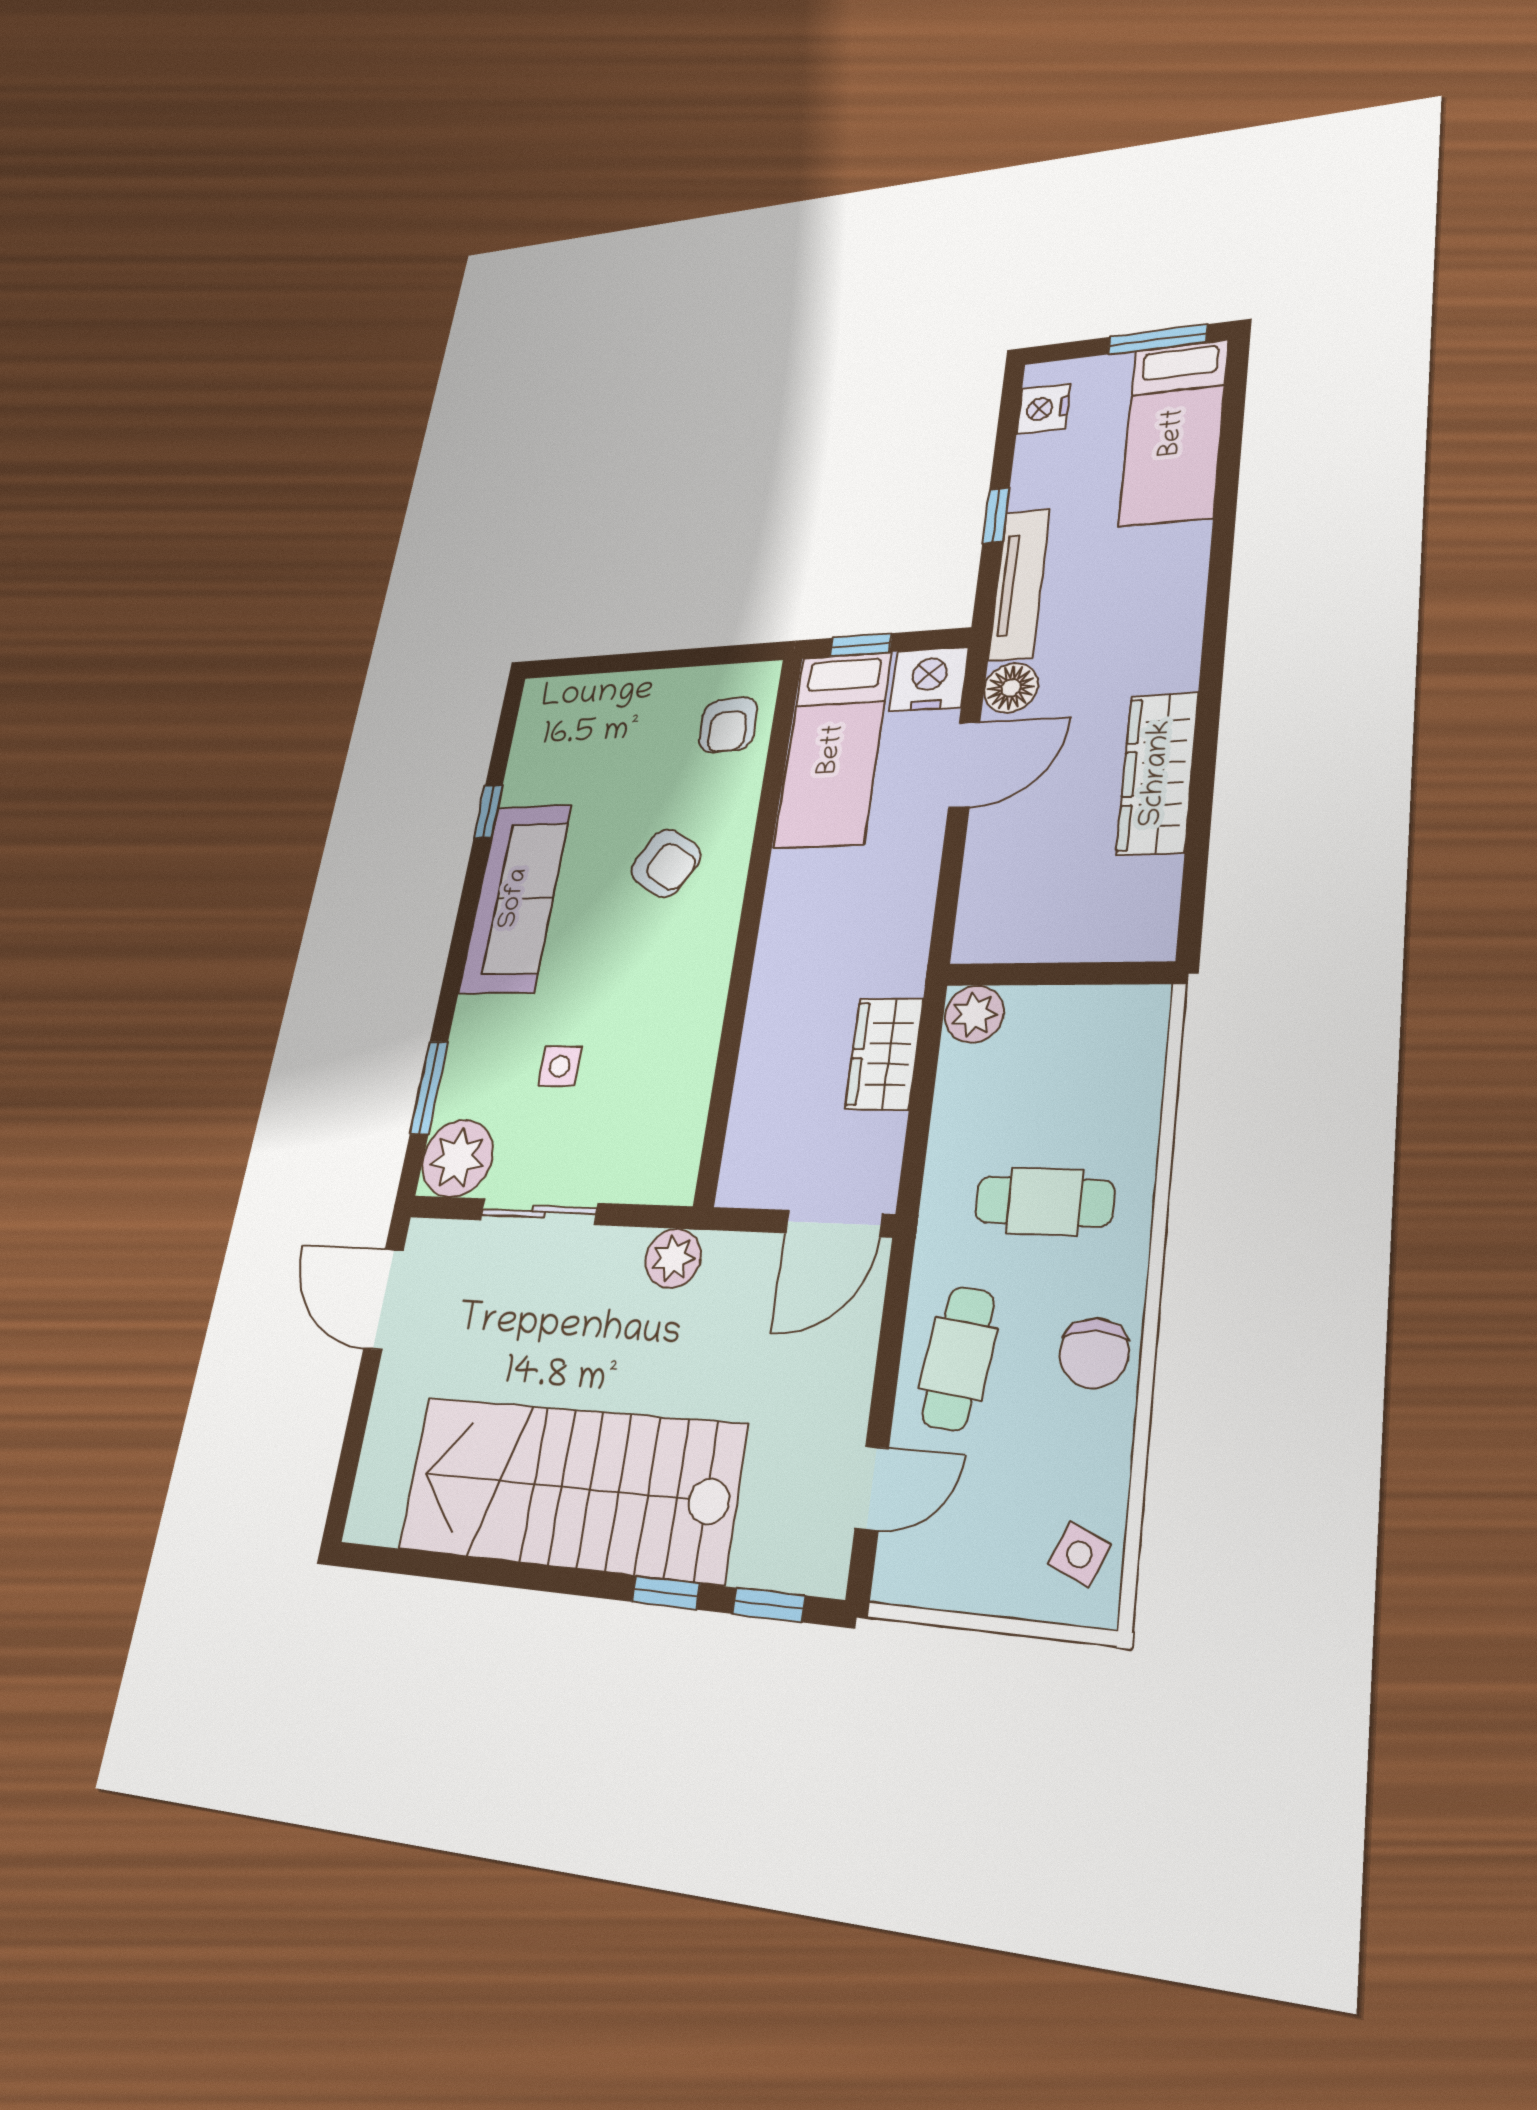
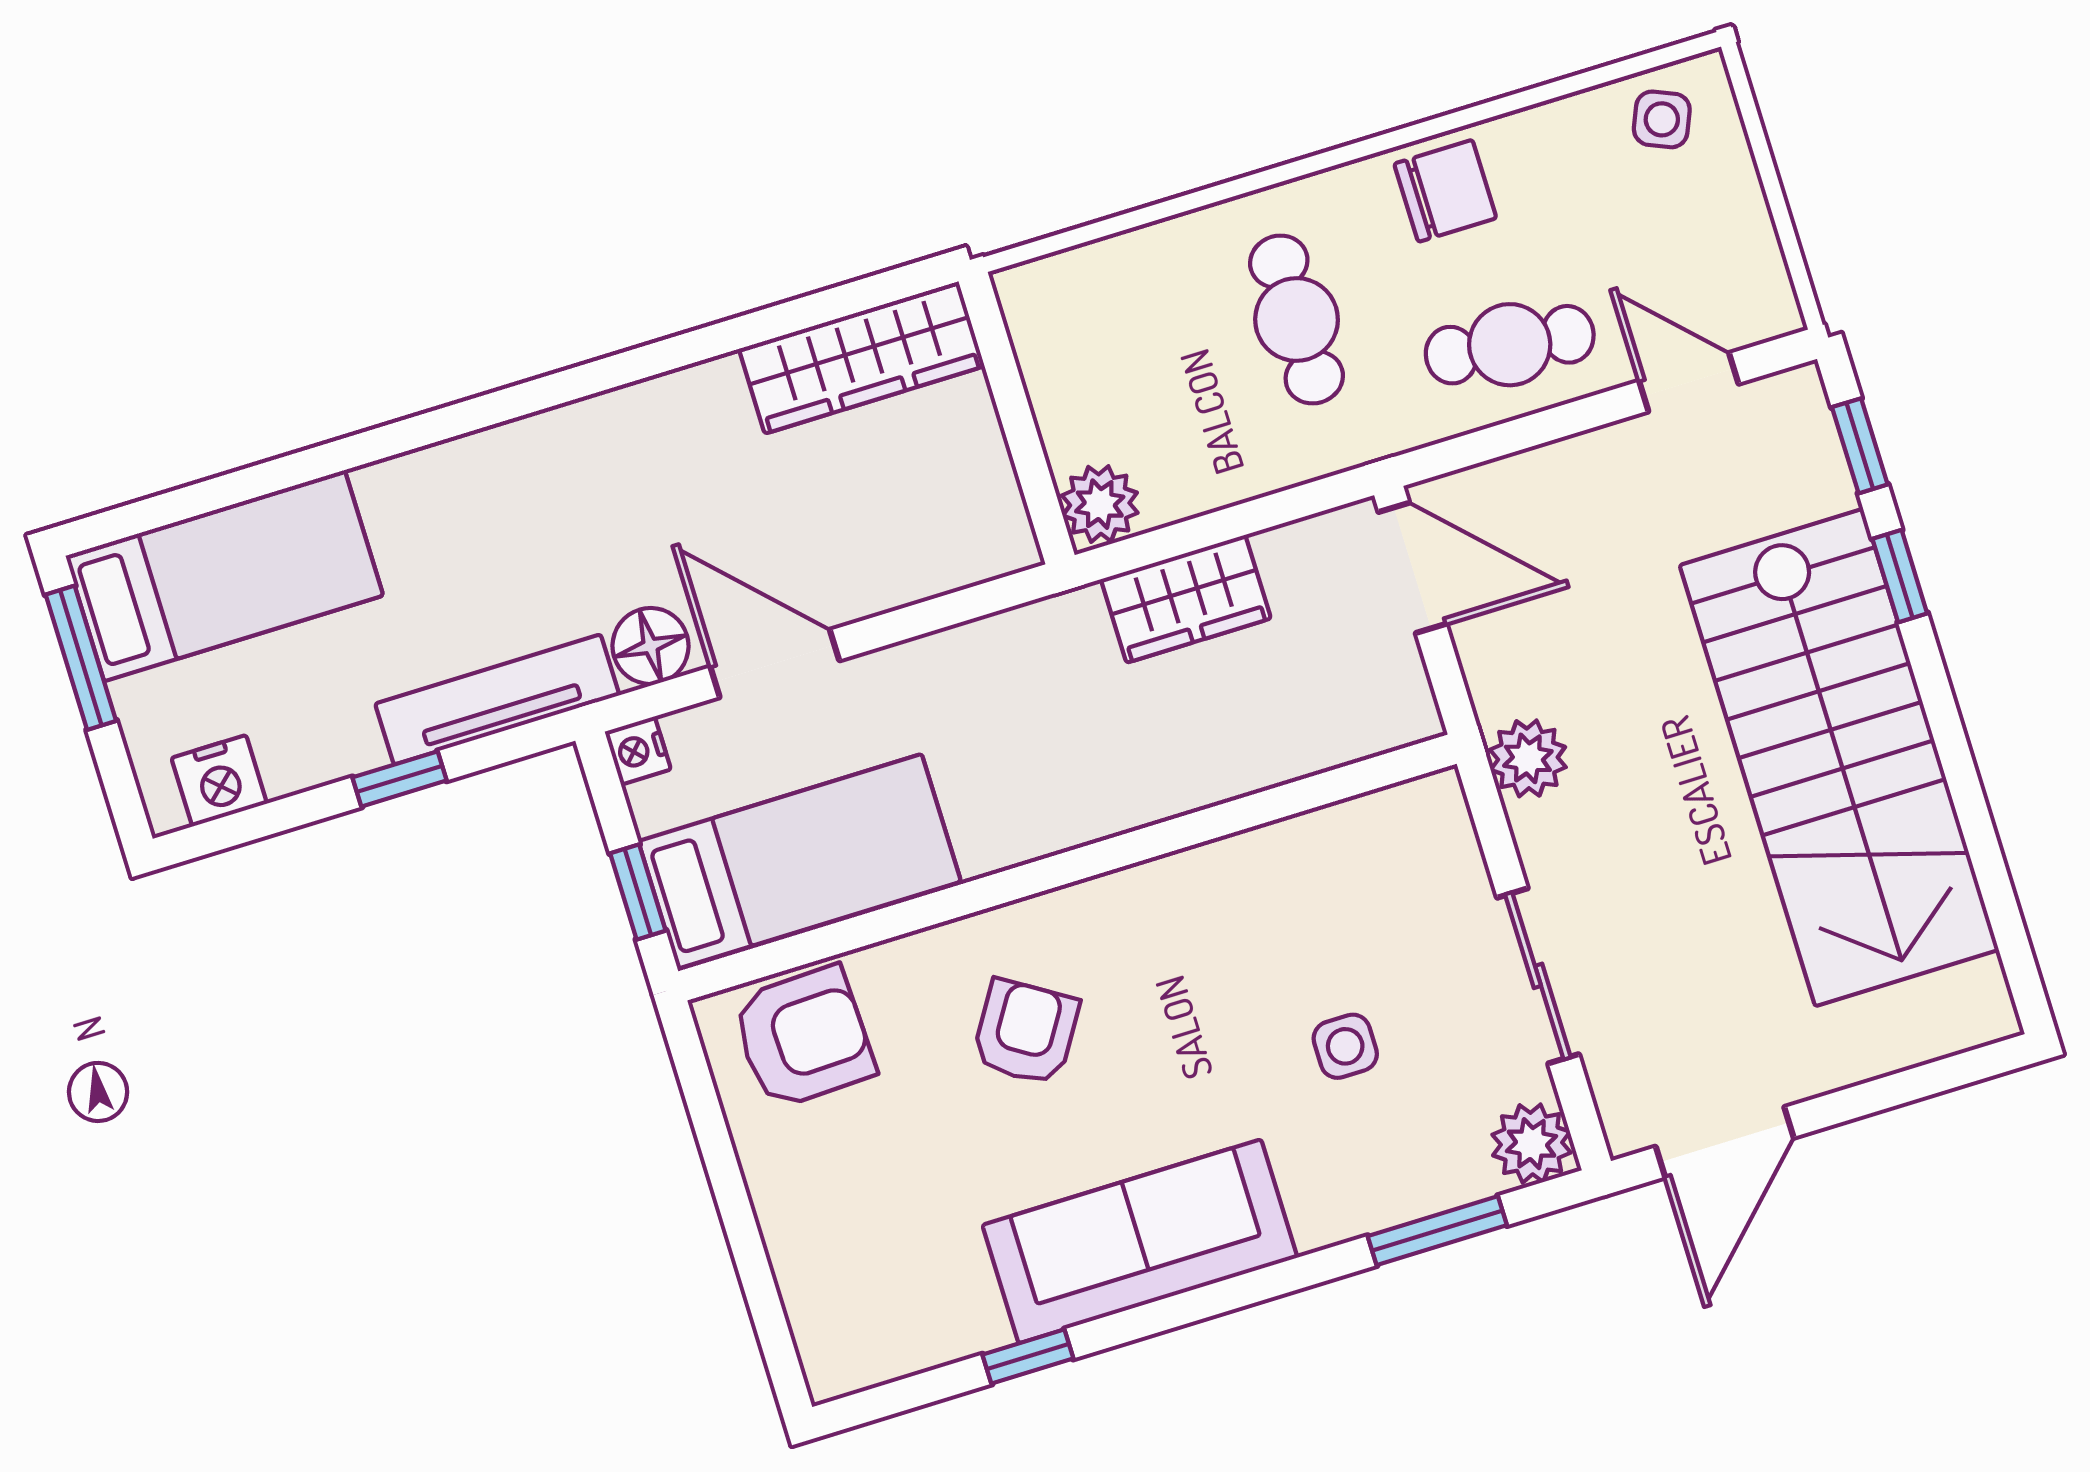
nightstand: (929, 679) -> (638, 751), width x0.53, depth x0.56
armchair: (728, 725) -> (803, 1037), width x1.38, depth x1.38
wardrobe: (1158, 773) -> (862, 357), moved
plant: (457, 1158) -> (1532, 1144), width x0.73, depth x0.73

